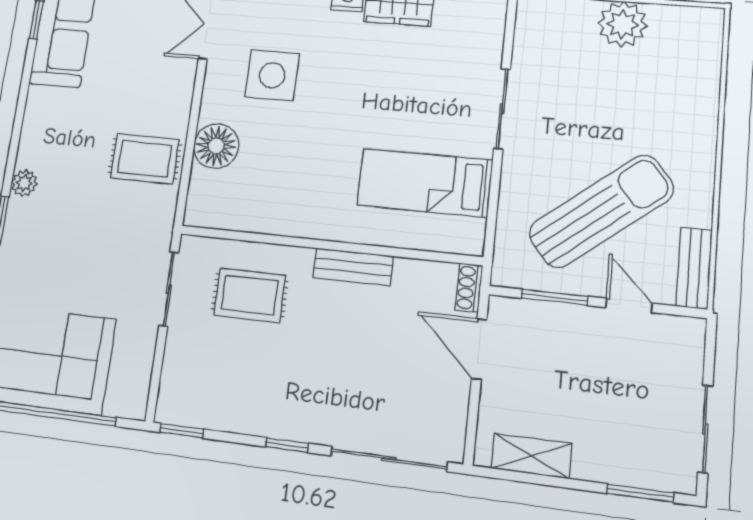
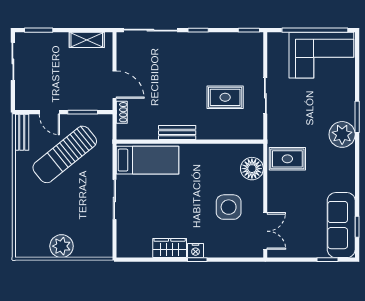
plant: (24, 183) -> (342, 134), width x1.87, depth x1.87
wall: (329, 245) -> (190, 142), moved
bench: (353, 267) -> (177, 133), moved

